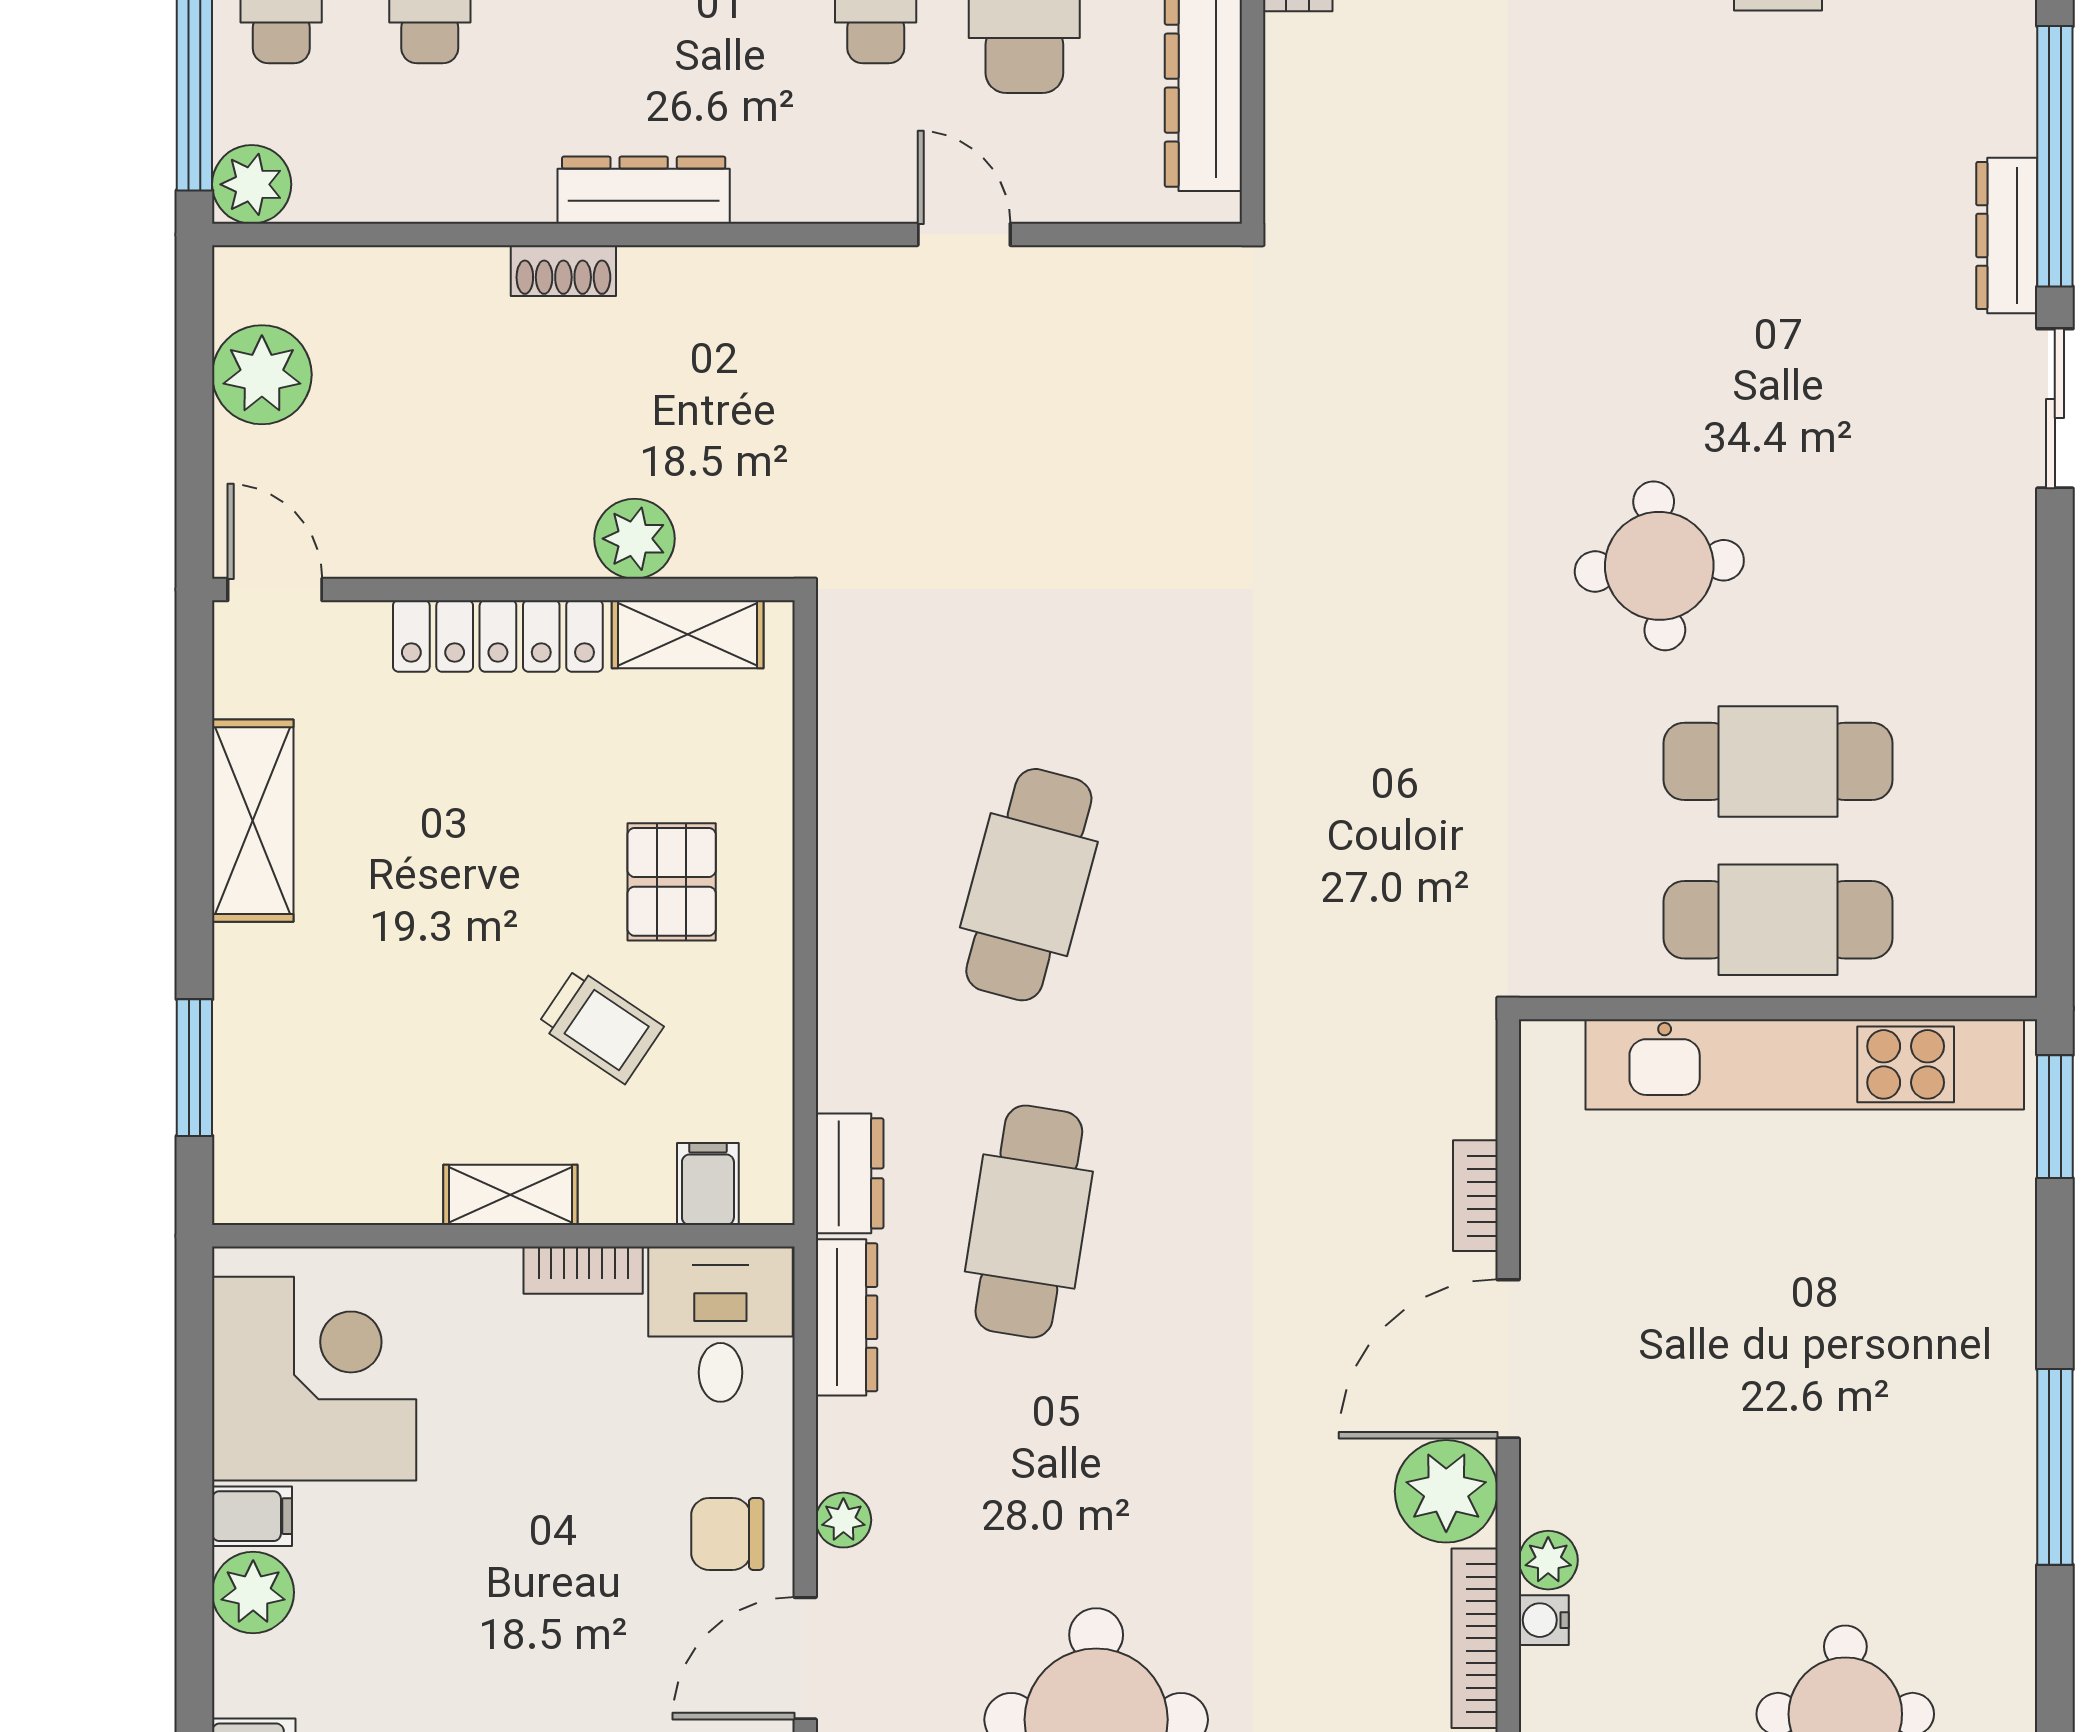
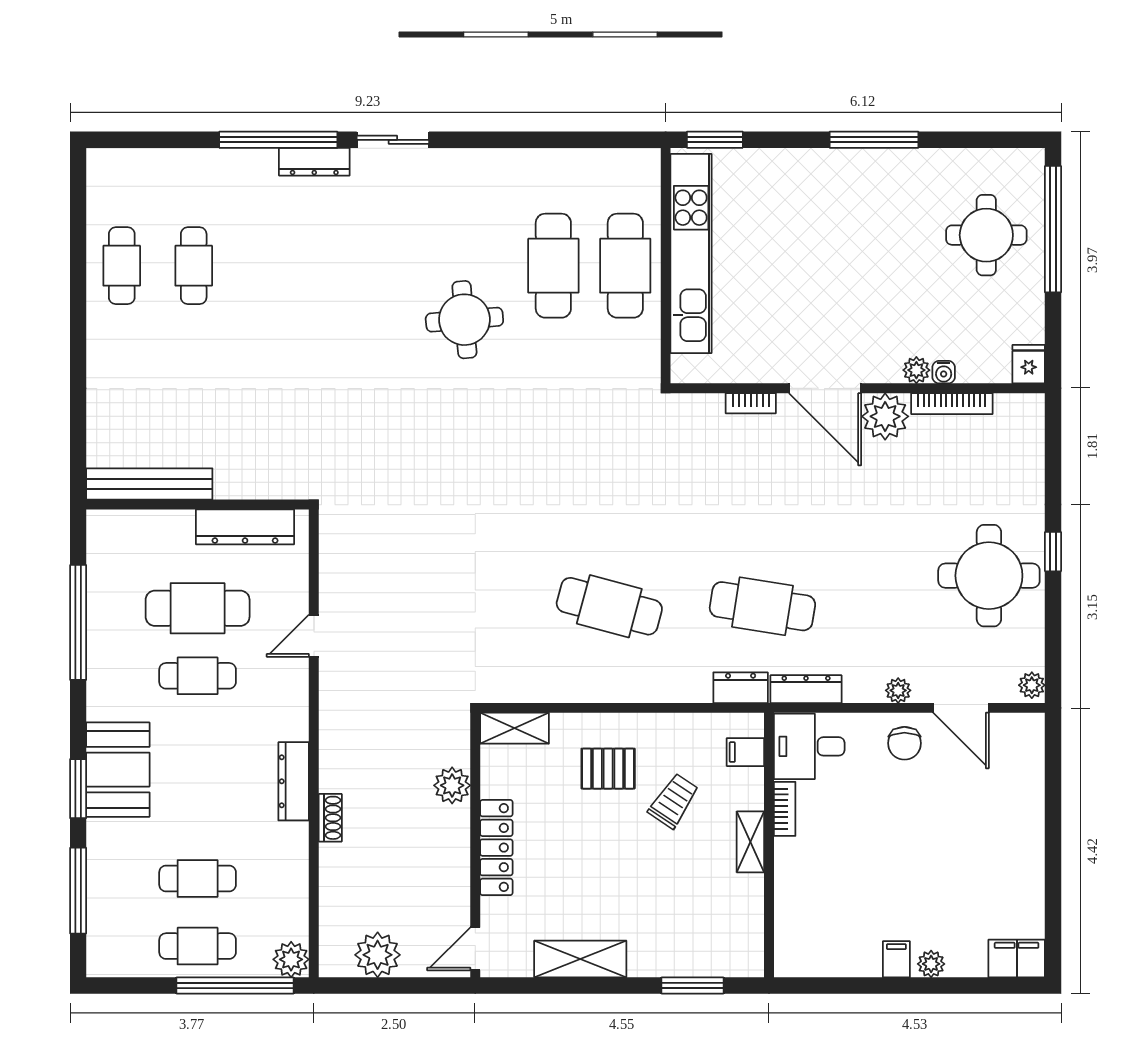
shelving: (688, 634) -> (515, 728), moved, turned 90
corner desk: (314, 1379) -> (834, 931), removed
plant: (253, 1592) -> (931, 964), width x0.73, depth x0.73

